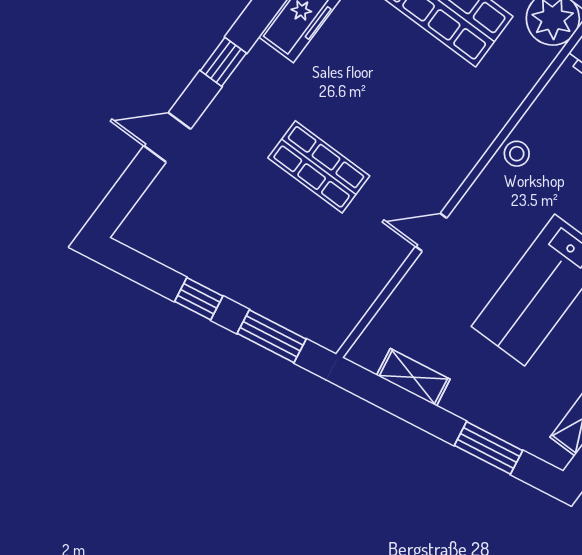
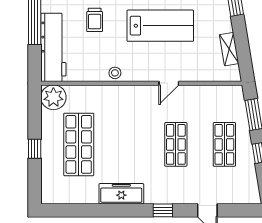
door: (431, 232) -> (169, 83), hinge flipped
shop shelf: (258, 249) -> (224, 144), added

